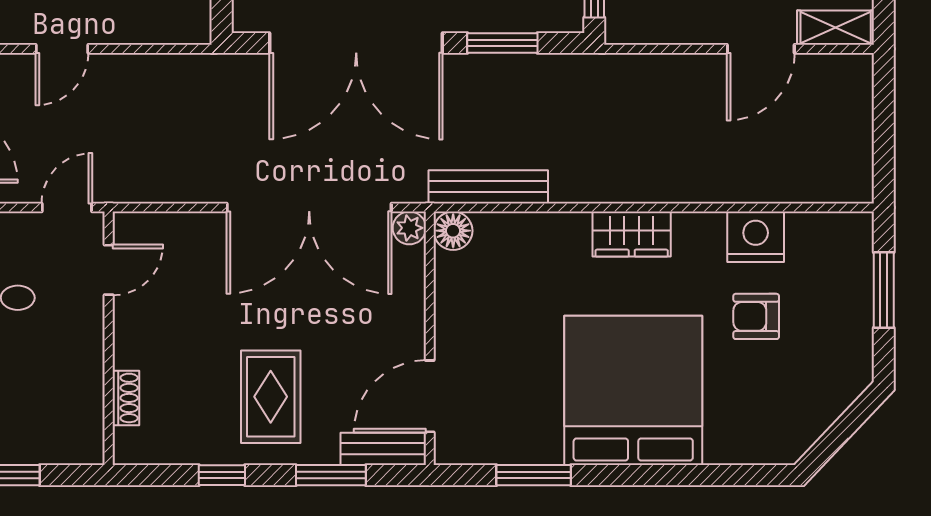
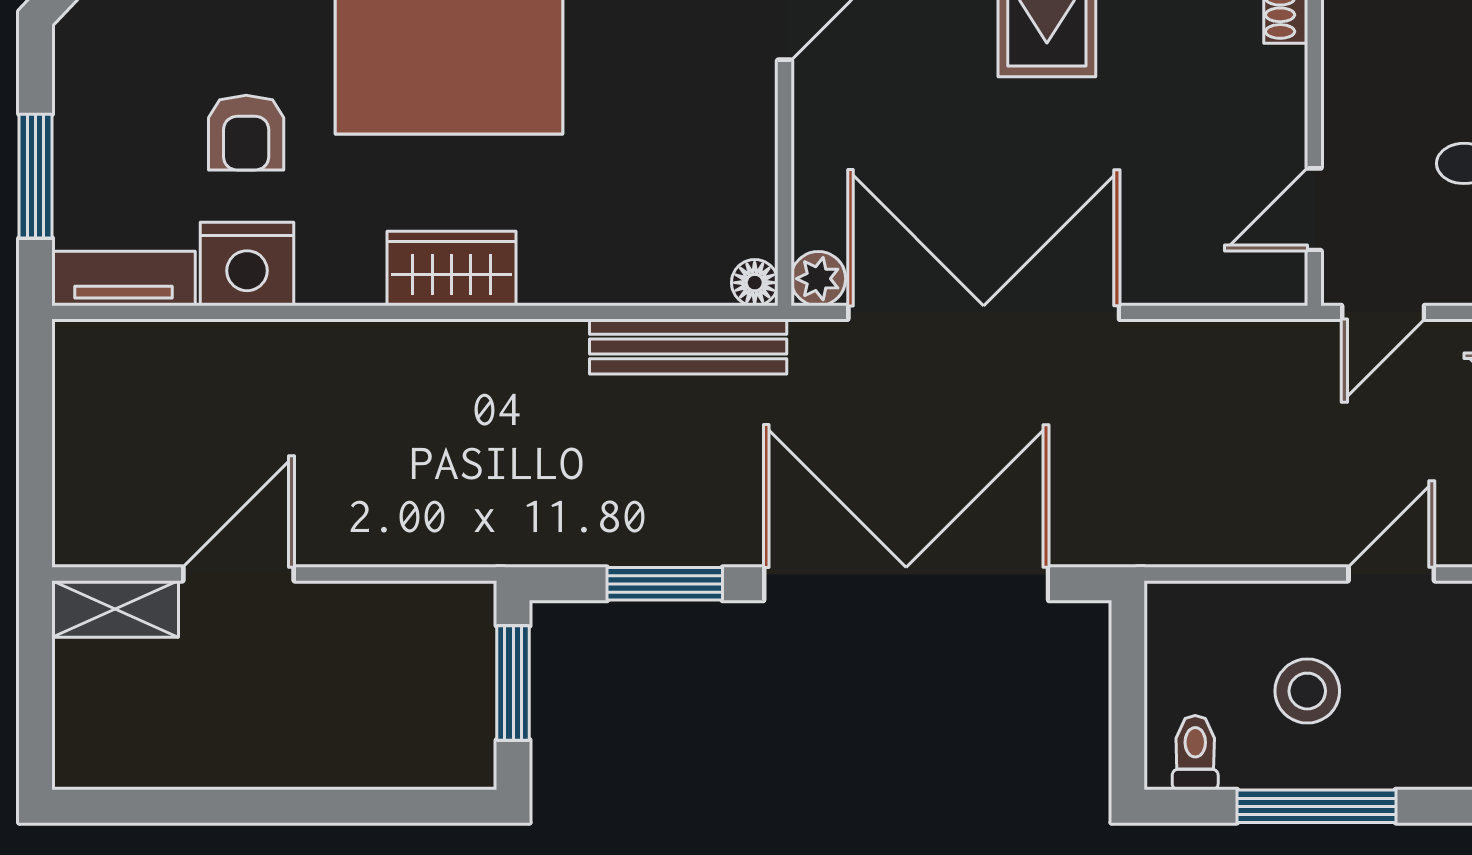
tv unit: (830, 228) -> (123, 279), added
floor lamp: (453, 231) -> (755, 283), width x0.73, depth x0.73
armchair: (756, 316) -> (246, 133), turned 90

